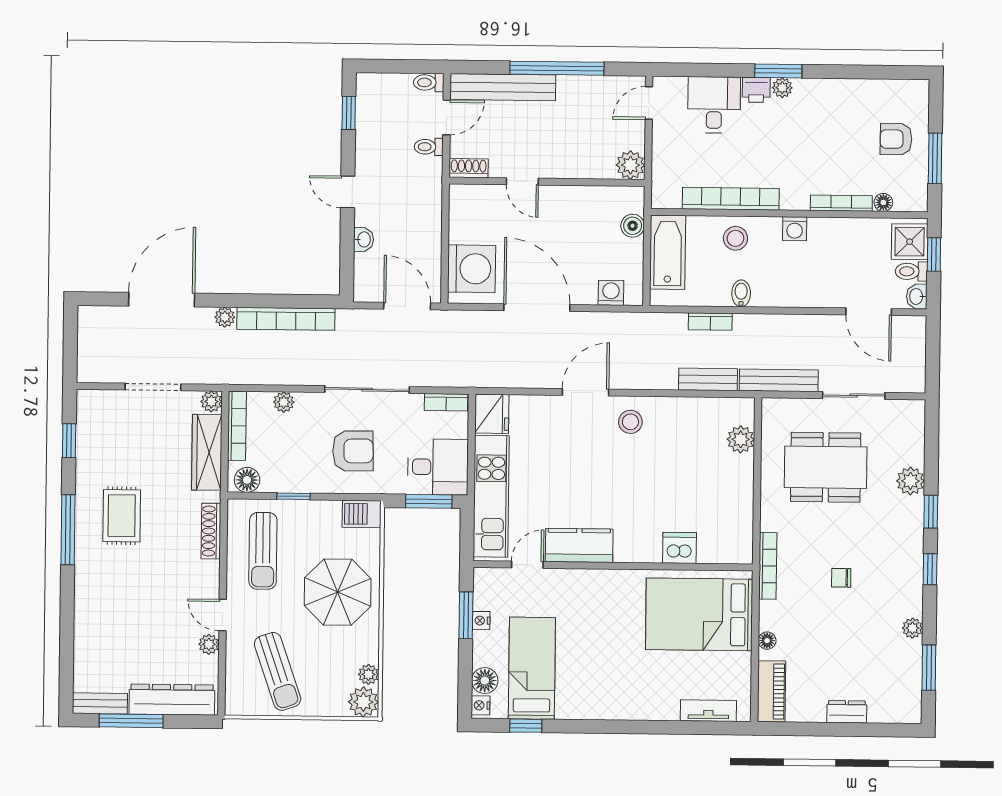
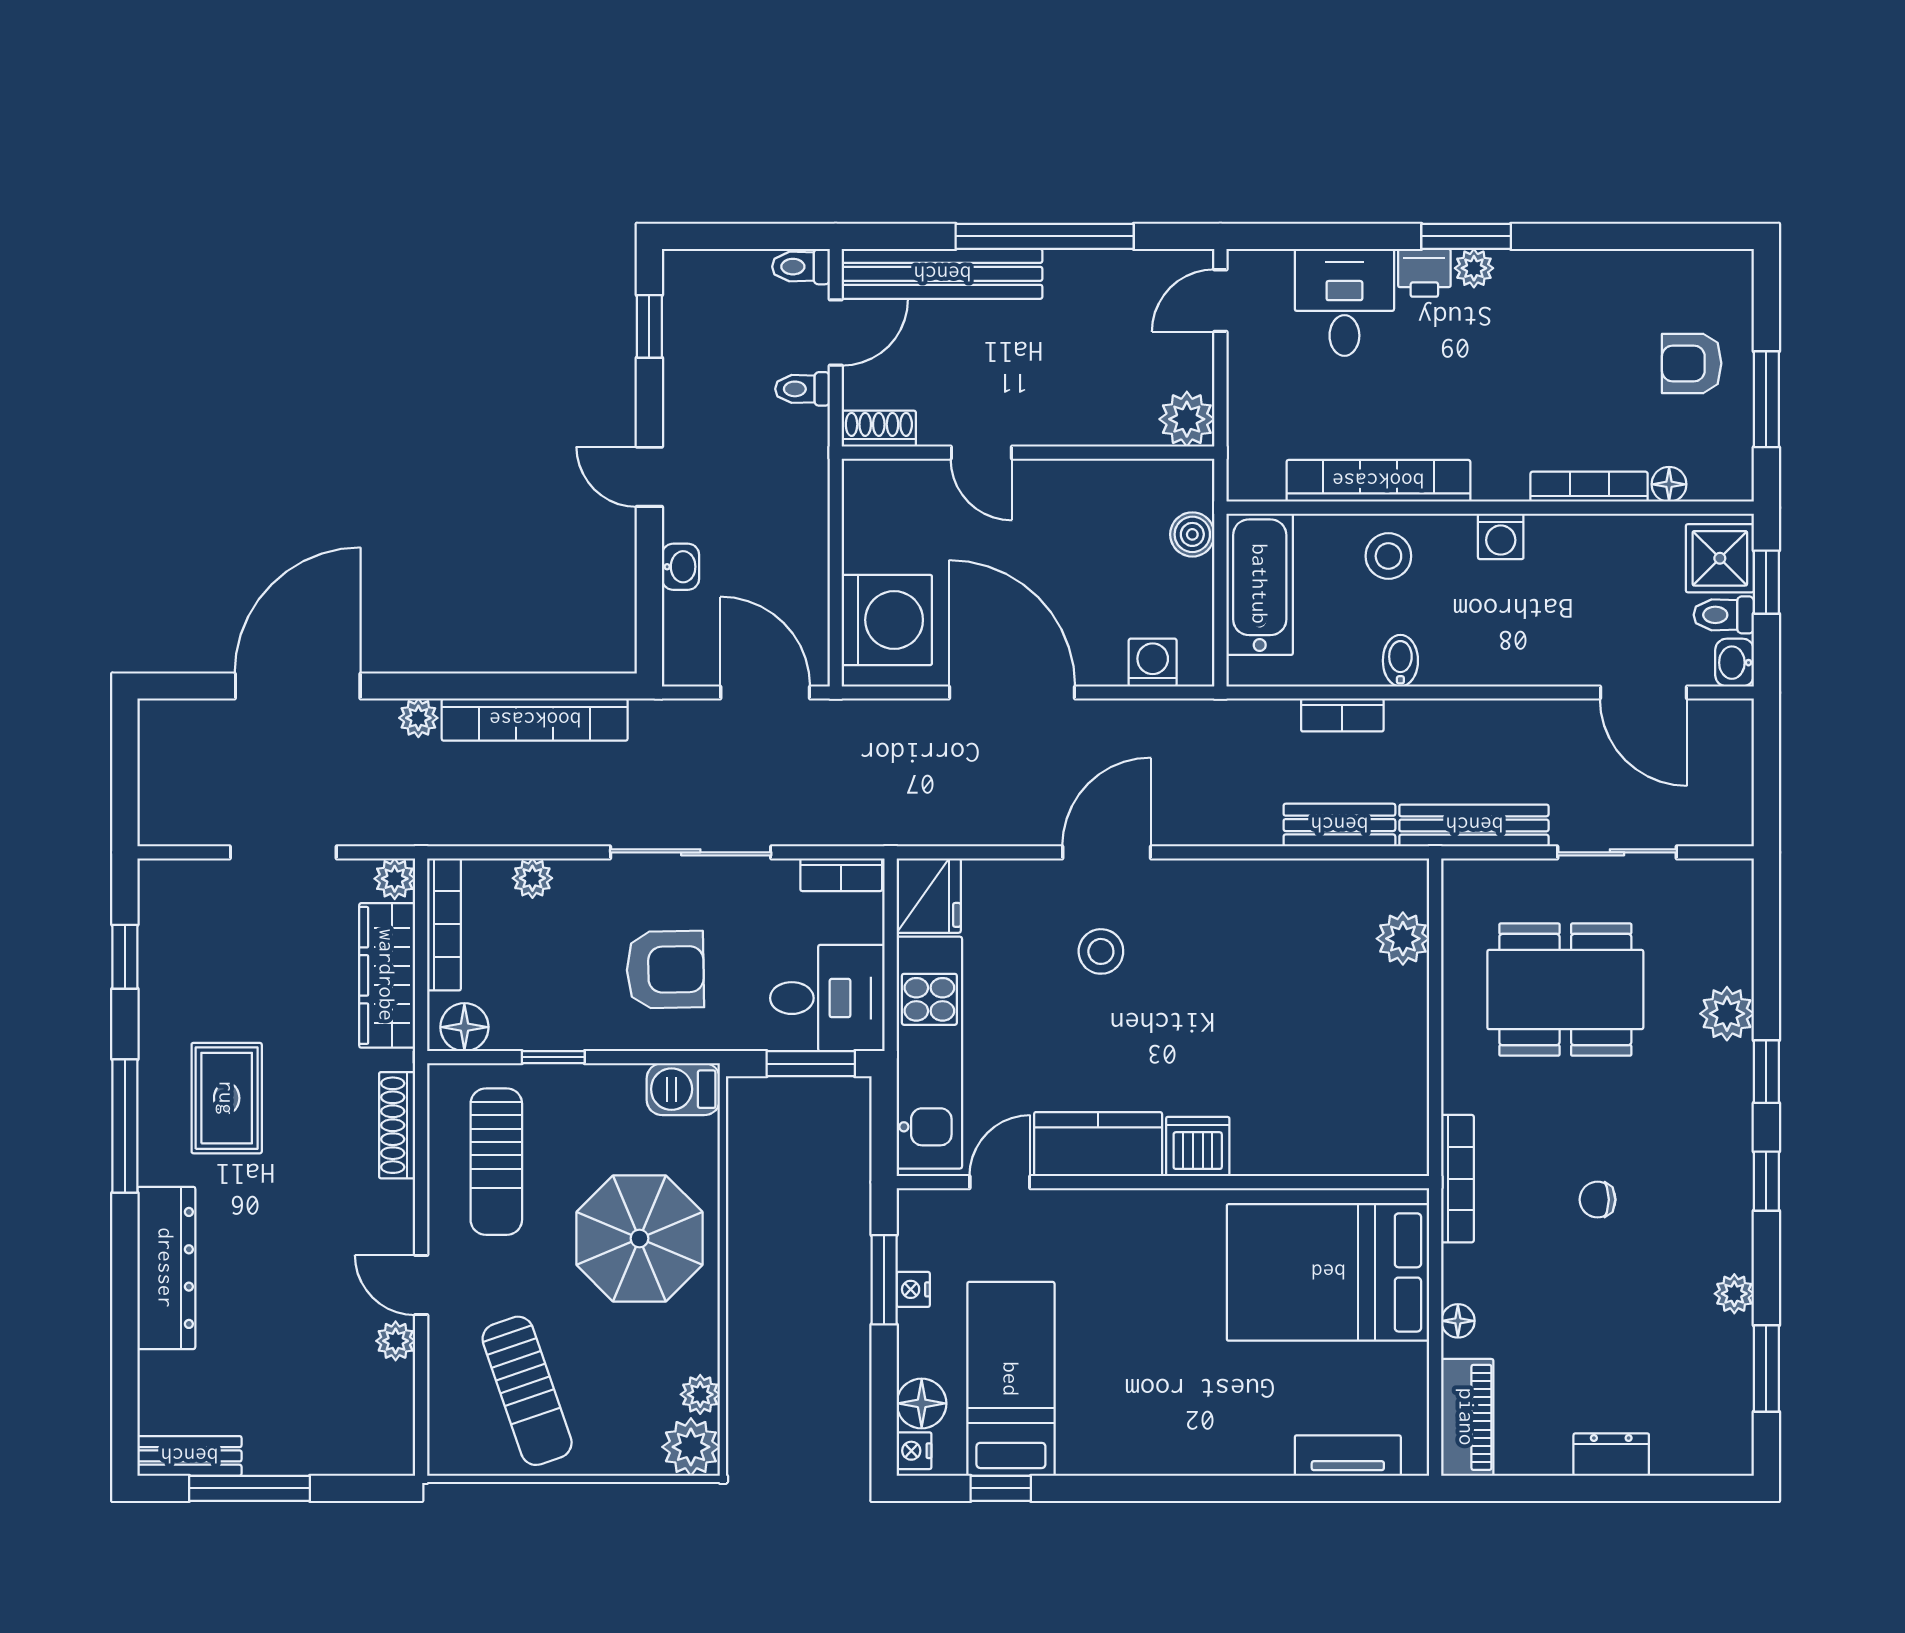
stool: (630, 422) -> (1101, 951), moved
dishwasher: (679, 548) -> (1198, 1146), moved
dresser: (172, 700) -> (166, 1268), moved, turned 90

